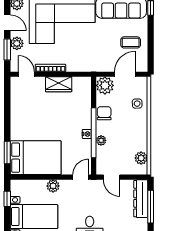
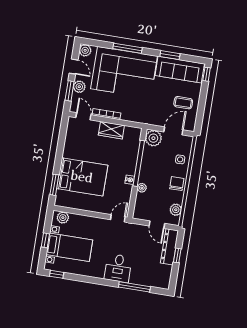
chair: (104, 113) -> (177, 184), moved
window: (94, 133) -> (139, 163), moved
bed: (36, 158) -> (82, 177), moved
door: (112, 177) -> (157, 225), moved
plant: (53, 186) -> (63, 218), moved
window: (7, 199) -> (45, 240), moved
window: (151, 207) -> (177, 255), width x0.46

